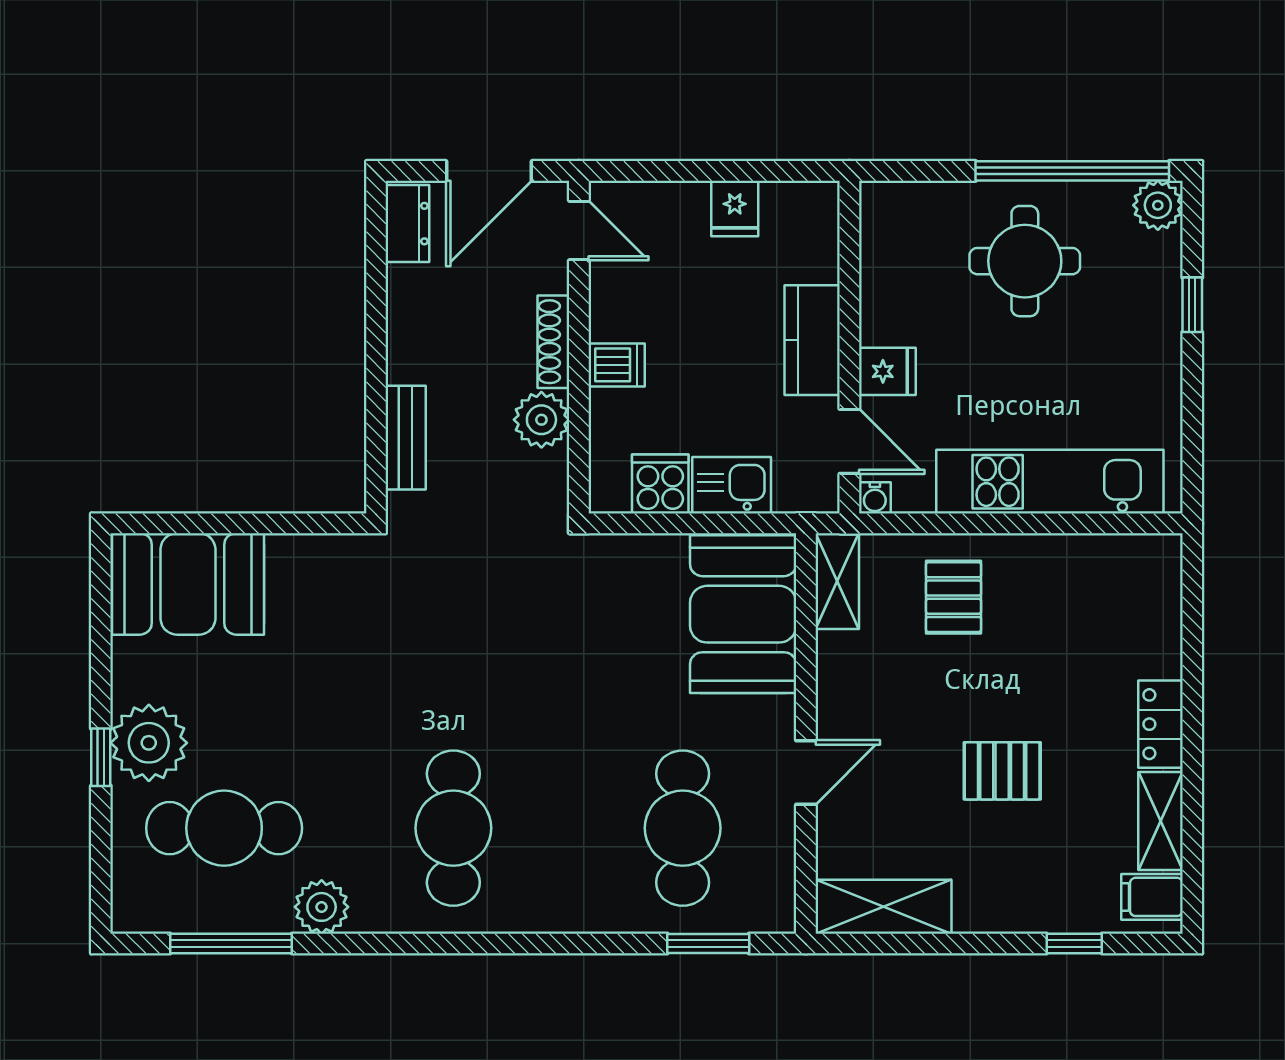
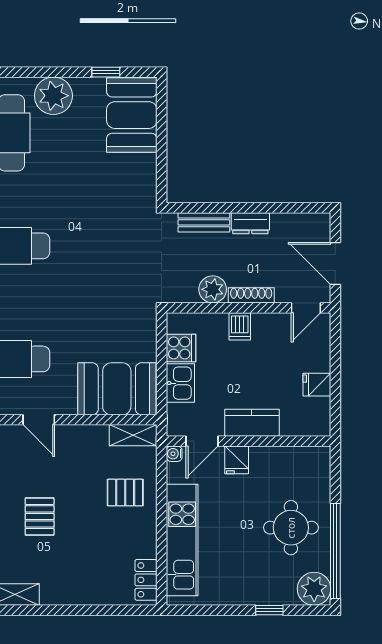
plant: (1158, 205) -> (314, 589), width x1.36, depth x1.36
dresser: (407, 224) -> (250, 223), moved
locker: (1160, 724) -> (146, 580), moved, turned -90
window: (101, 757) -> (106, 72), moved

